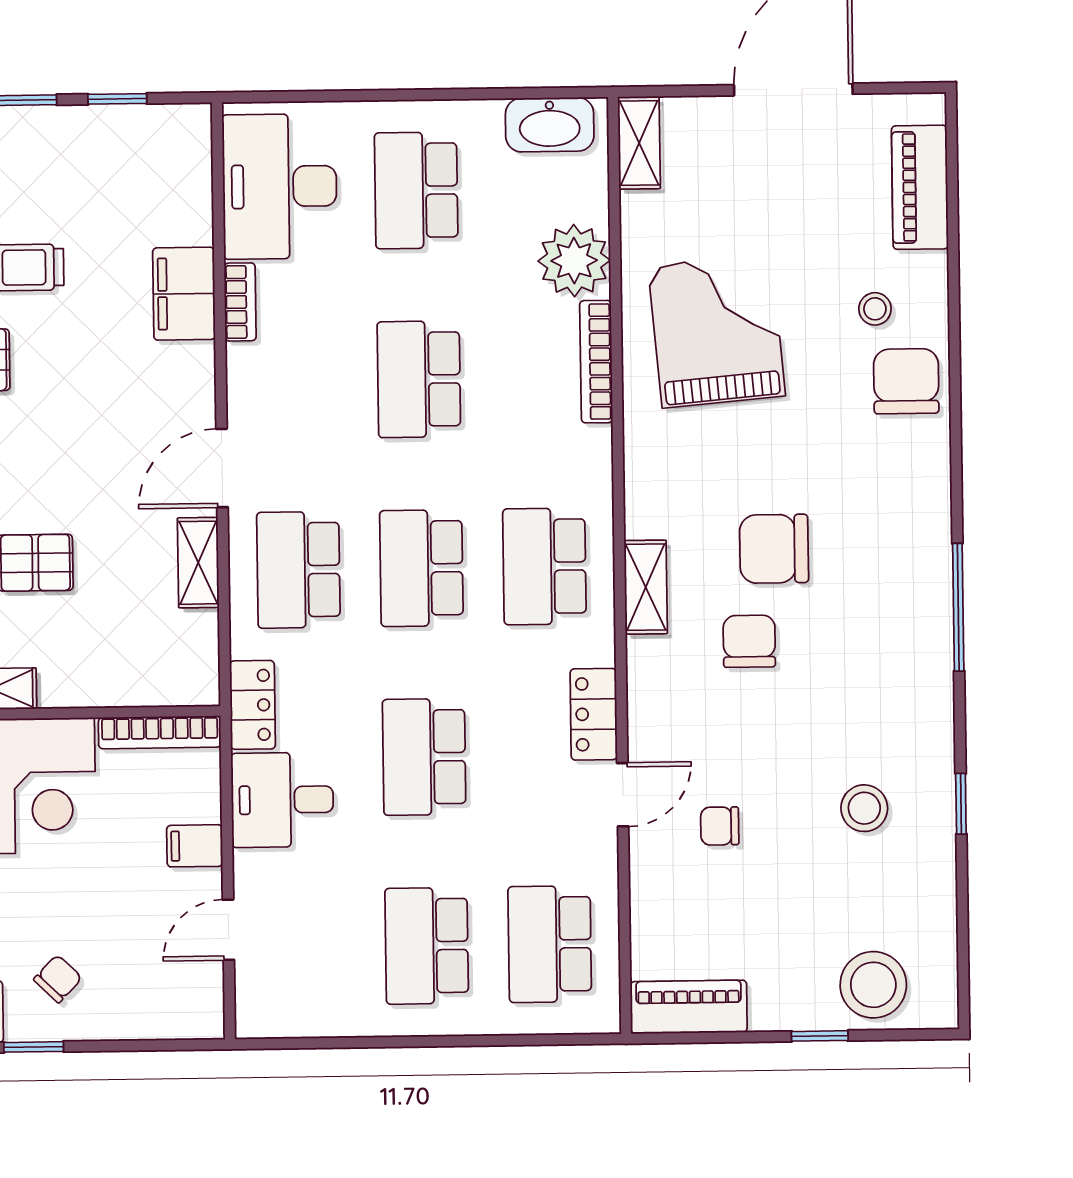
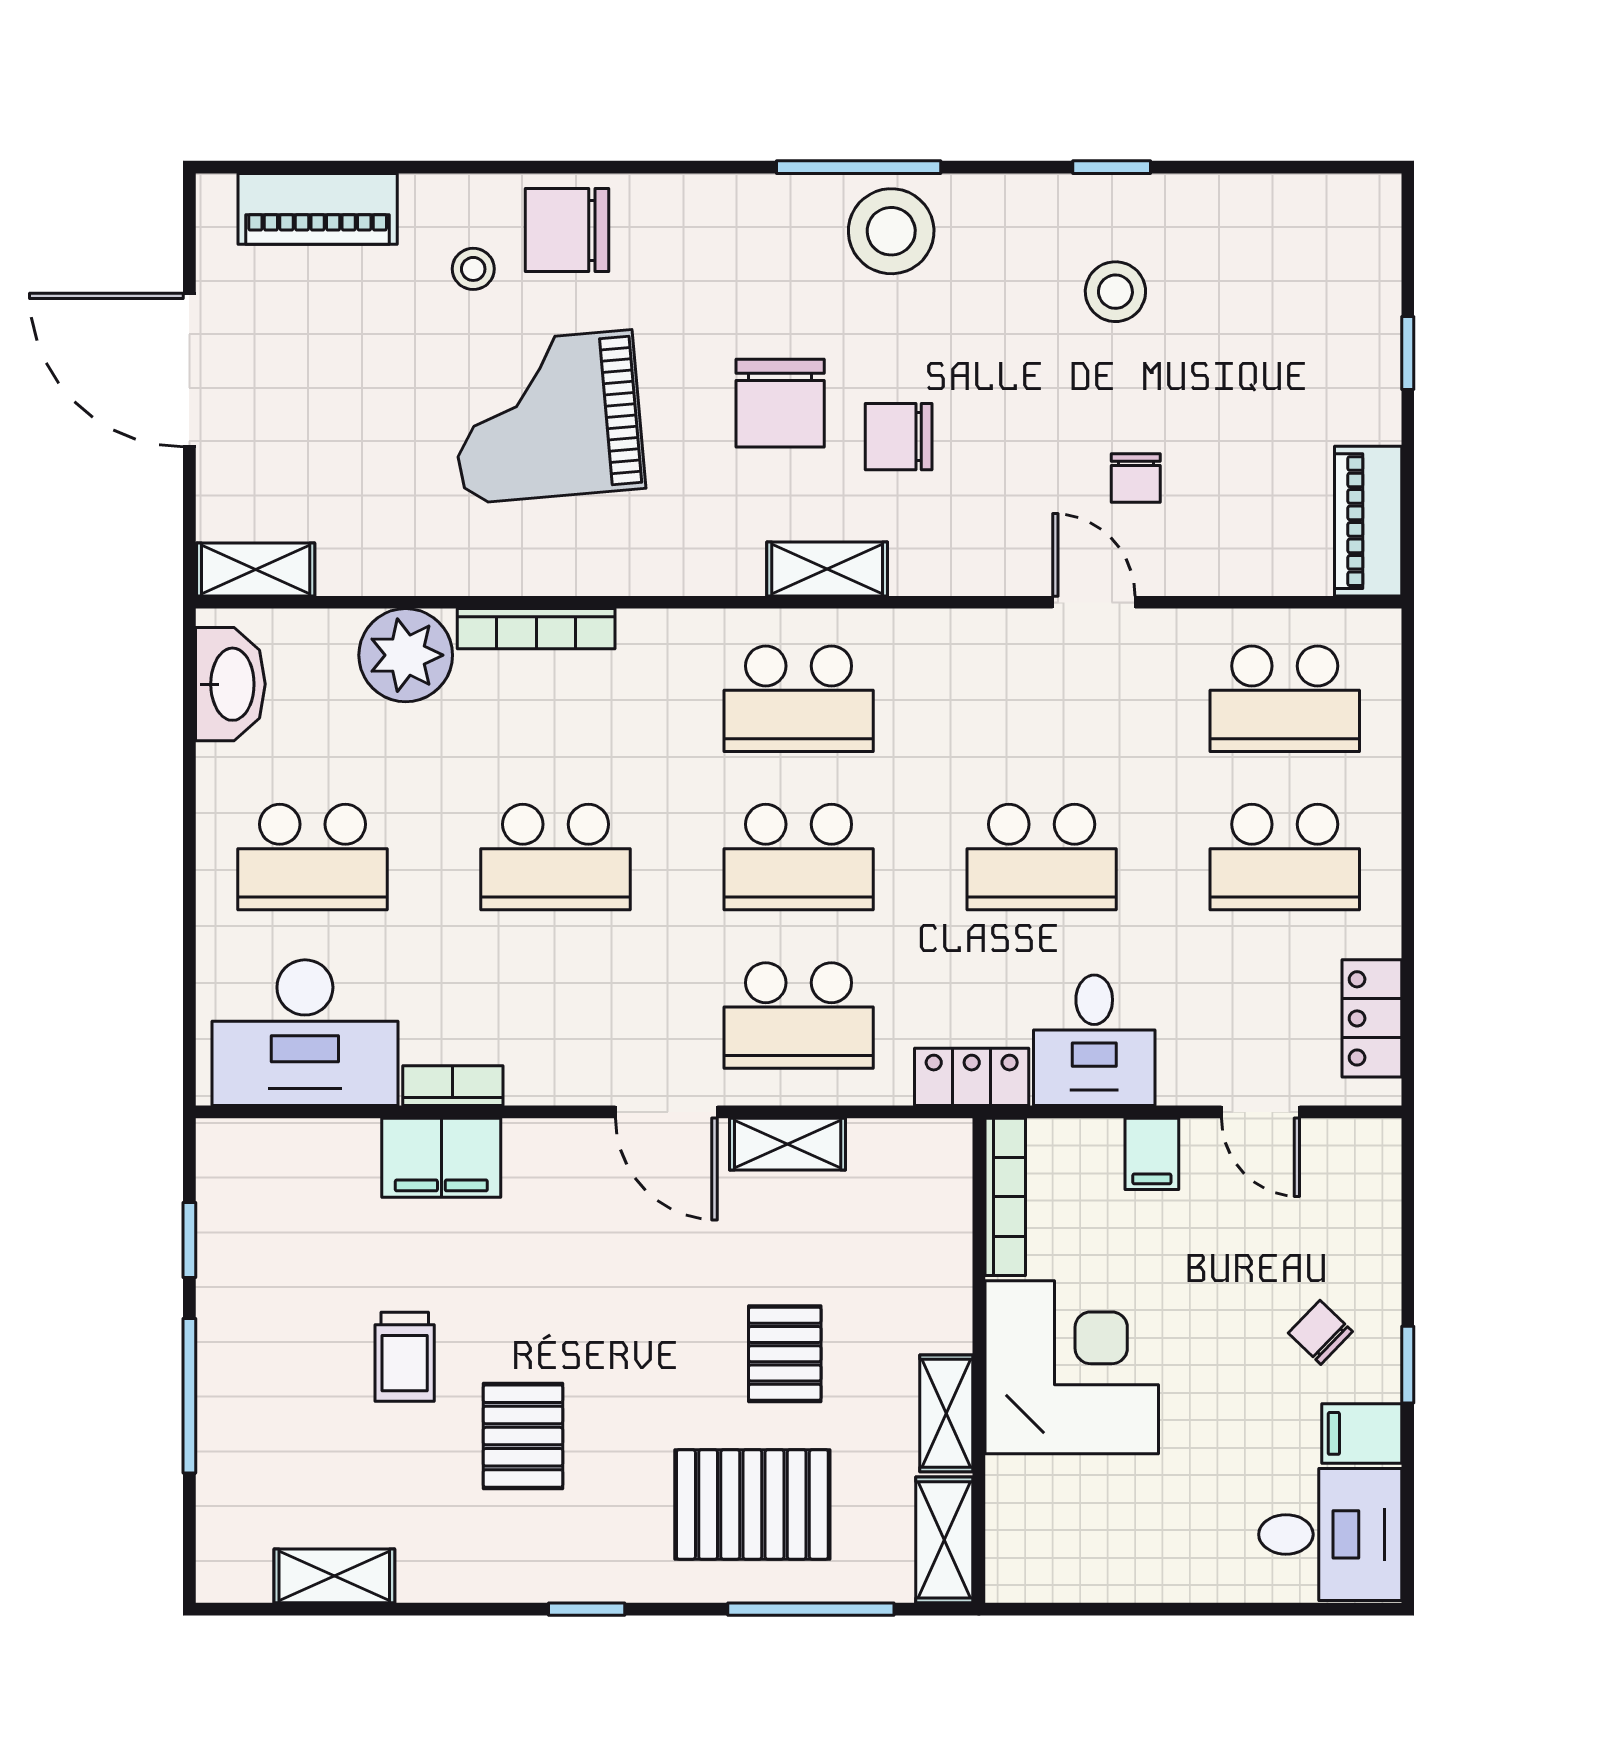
grand piano: (717, 331) -> (547, 417), moved
locker: (594, 714) -> (1372, 1018), moved, turned 90
stool: (873, 985) -> (891, 231), moved

